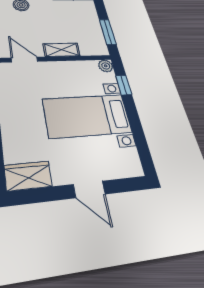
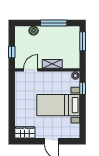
window: (108, 32) -> (83, 41), moved
door: (24, 60) -> (31, 70), hinge flipped

